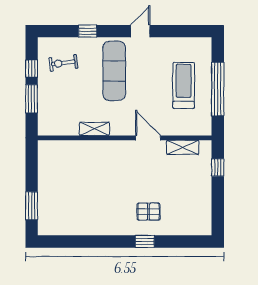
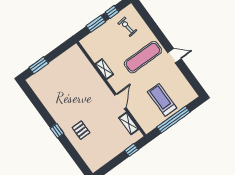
window: (88, 31) -> (154, 27), removed
treadmill: (184, 85) -> (162, 100), turned -90
window: (145, 241) -> (57, 131), moved

